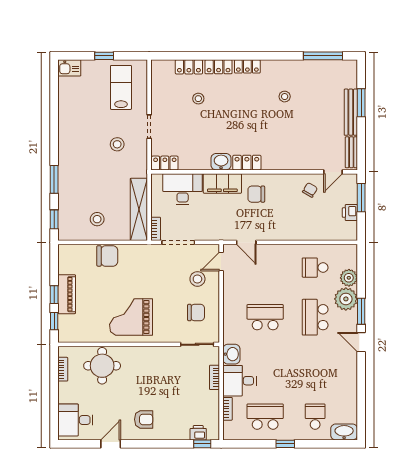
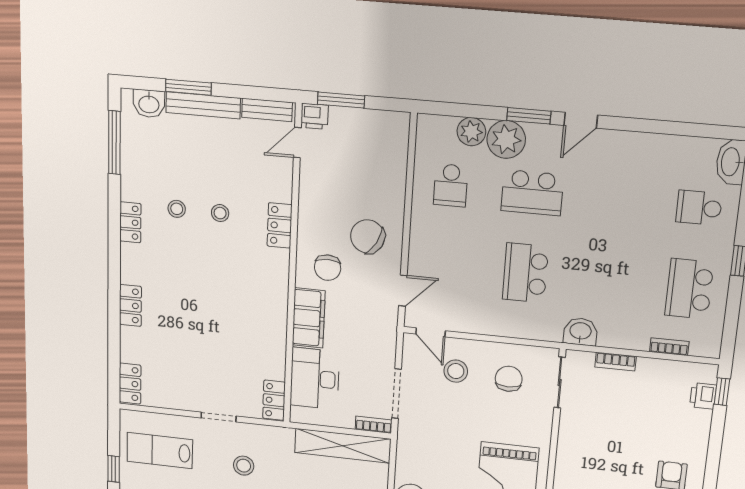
locker: (247, 66) -> (130, 222), moved
locker: (189, 67) -> (130, 384), moved
stool: (198, 99) -> (220, 213), moved
washbasin: (221, 162) -> (149, 104), moved, turned -90
locker: (247, 163) -> (280, 225), moved
door: (333, 172) -> (297, 143), swing flipped
chair: (310, 190) -> (368, 237), moved, width x1.87, depth x1.87
printer: (350, 213) -> (315, 116), moved
desk: (239, 381) -> (625, 323), removed

